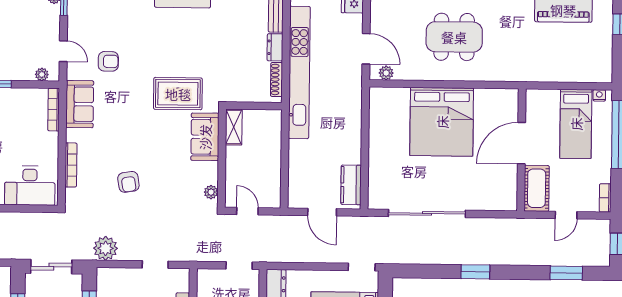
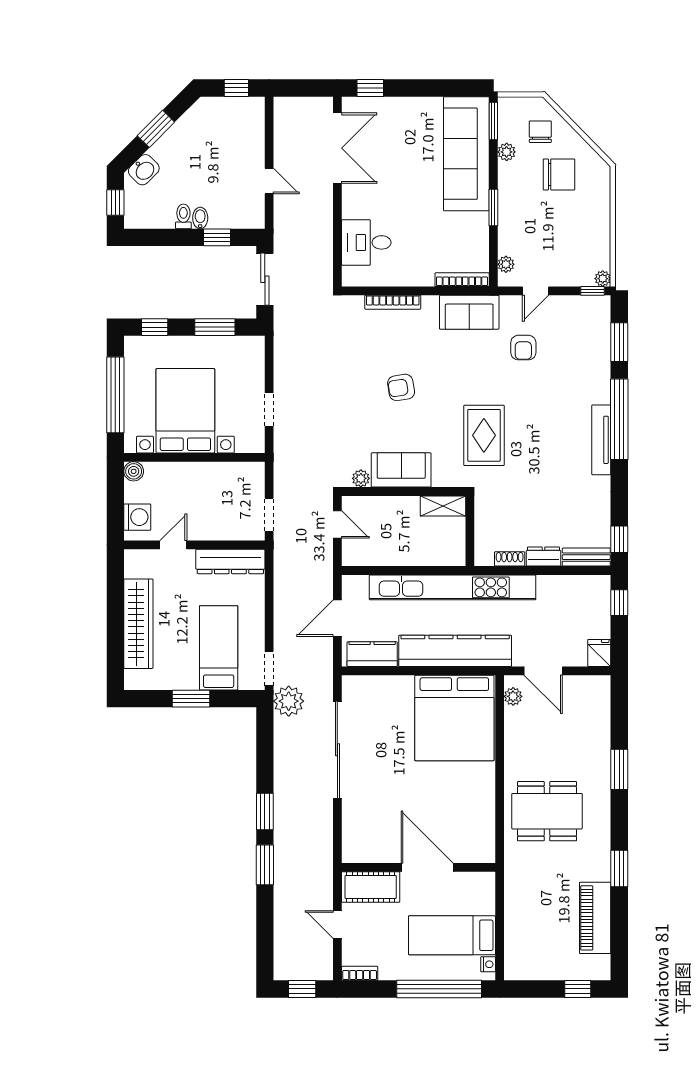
dining table: (454, 37) -> (547, 811), moved, turned 90
door: (366, 49) -> (543, 671), hinge flipped
kitchen unit: (299, 72) -> (453, 587), moved
shoe rack: (277, 79) -> (510, 559), width x0.70
kitchen counter: (349, 119) -> (455, 651), added
bed: (442, 122) -> (454, 718), moved, turned -90
sofa: (205, 137) -> (401, 470), moved
armchair: (128, 182) -> (401, 387), moved
desk: (30, 186) -> (366, 242), width x0.73
door: (247, 211) -> (337, 524), hinge flipped
plant: (106, 248) -> (289, 701), moved
window: (566, 273) -> (265, 865), moved

